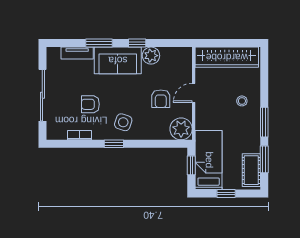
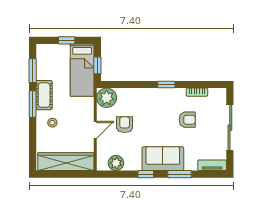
tv unit: (77, 53) -> (212, 165), moved
plant: (151, 56) -> (116, 163), moved
side table: (123, 122) -> (158, 104), removed
cot: (251, 170) -> (44, 95), moved

